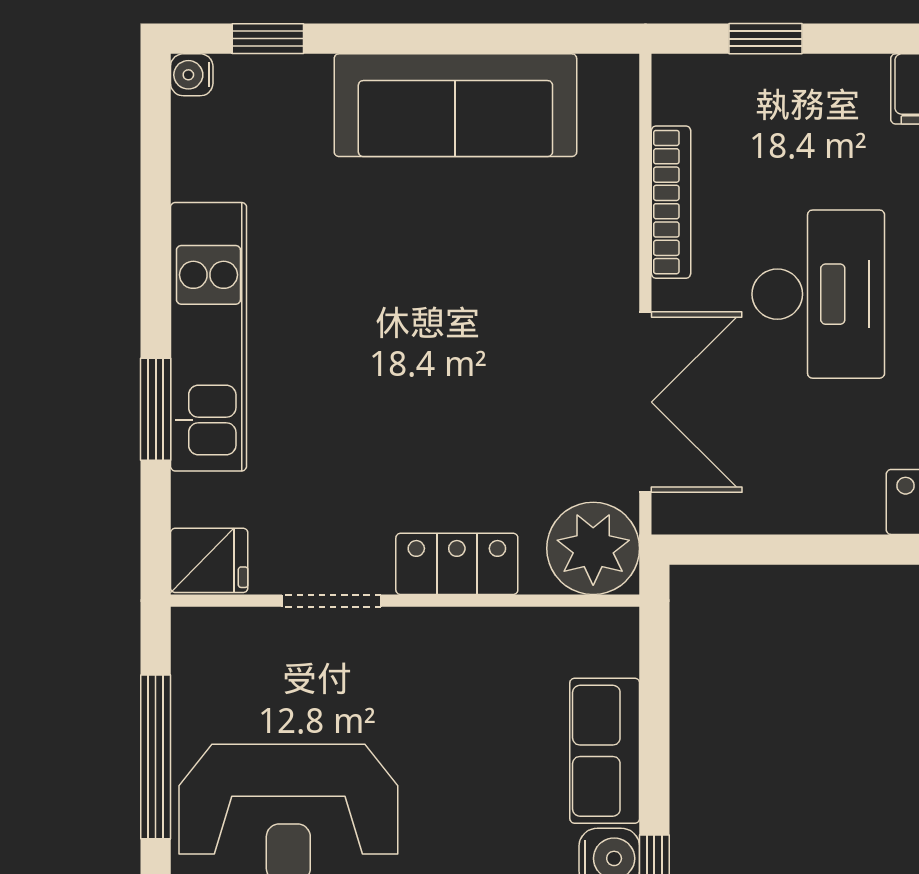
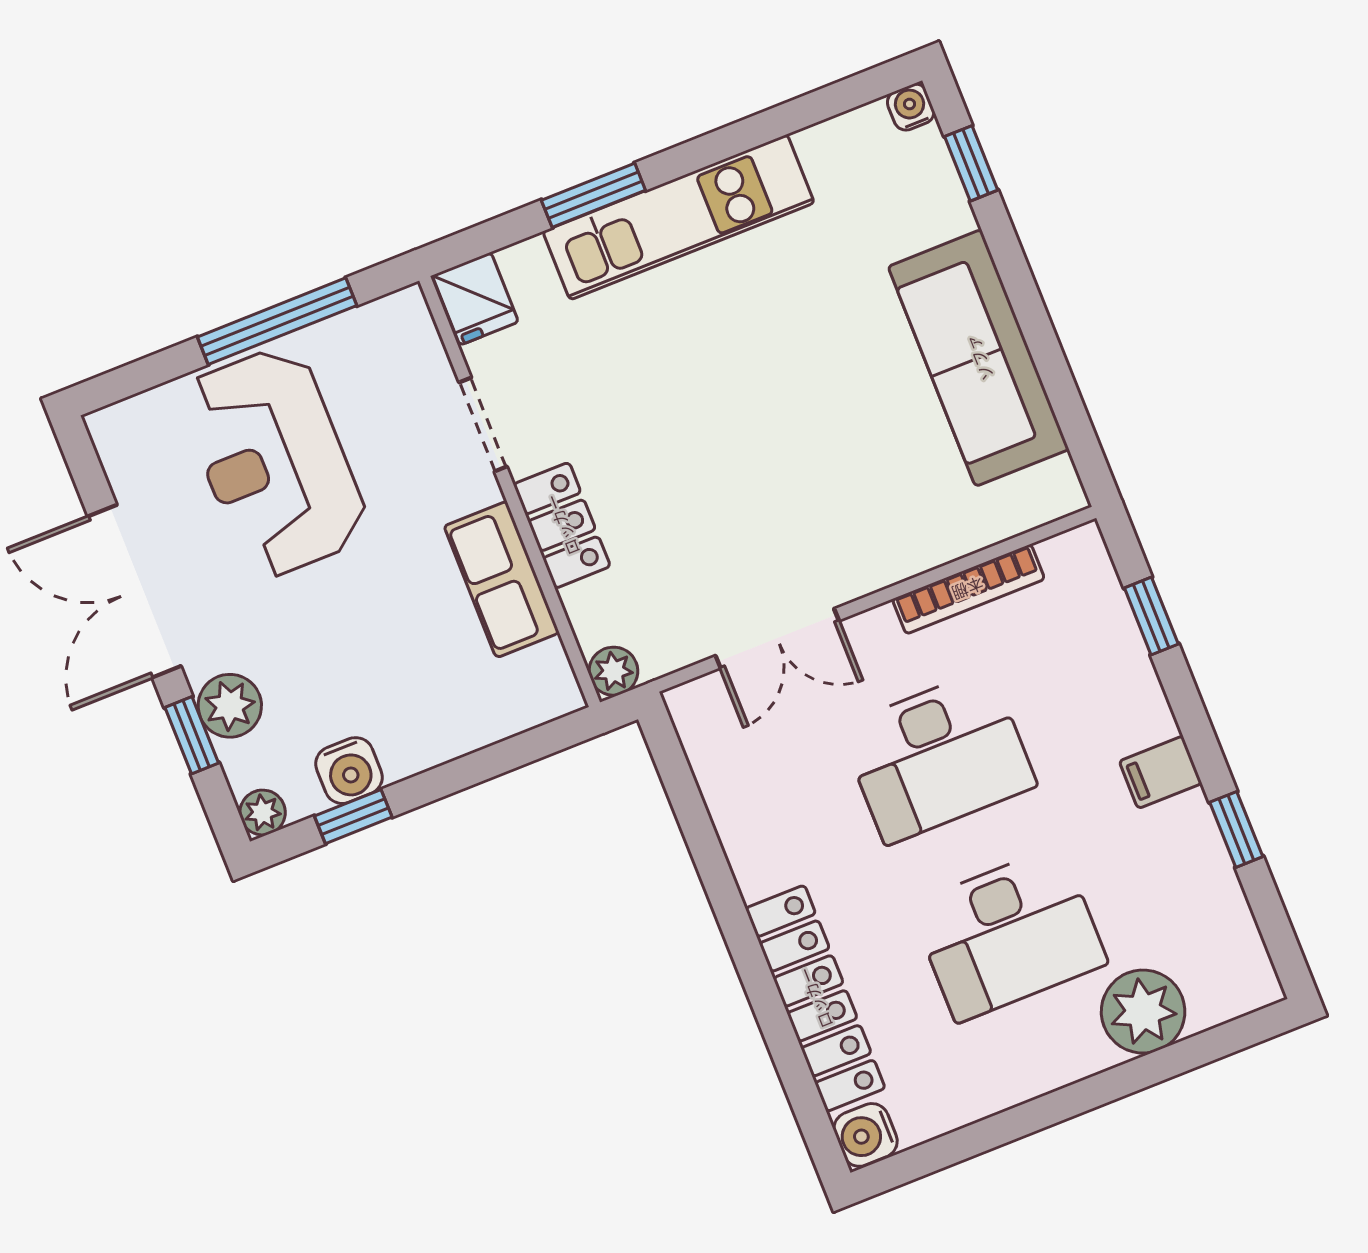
double door: (645, 402) -> (777, 638), width x0.73
plant: (593, 548) -> (613, 671), width x0.53, depth x0.53
row of seats: (605, 751) -> (502, 579), moved, turned -90

